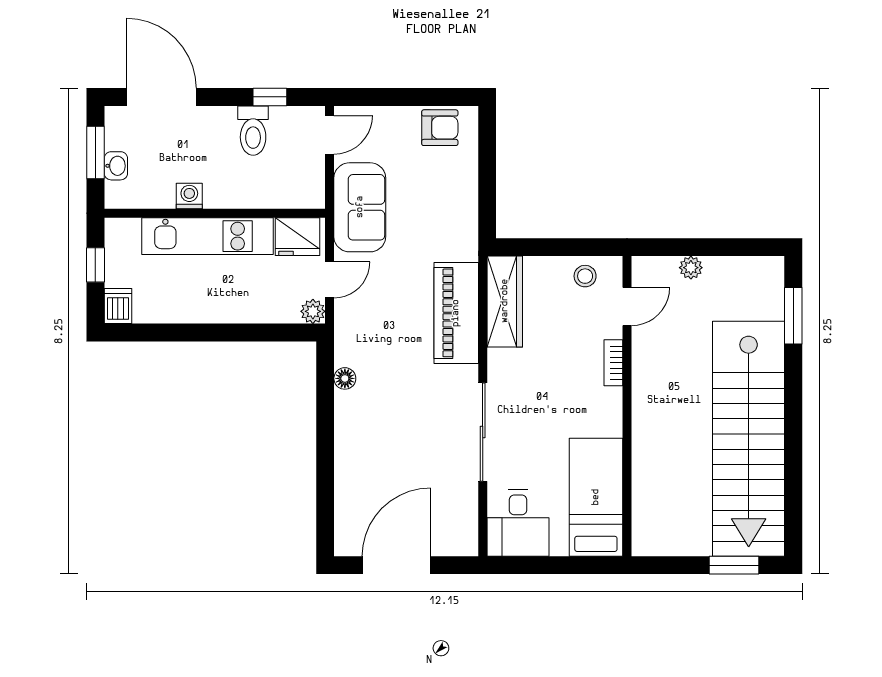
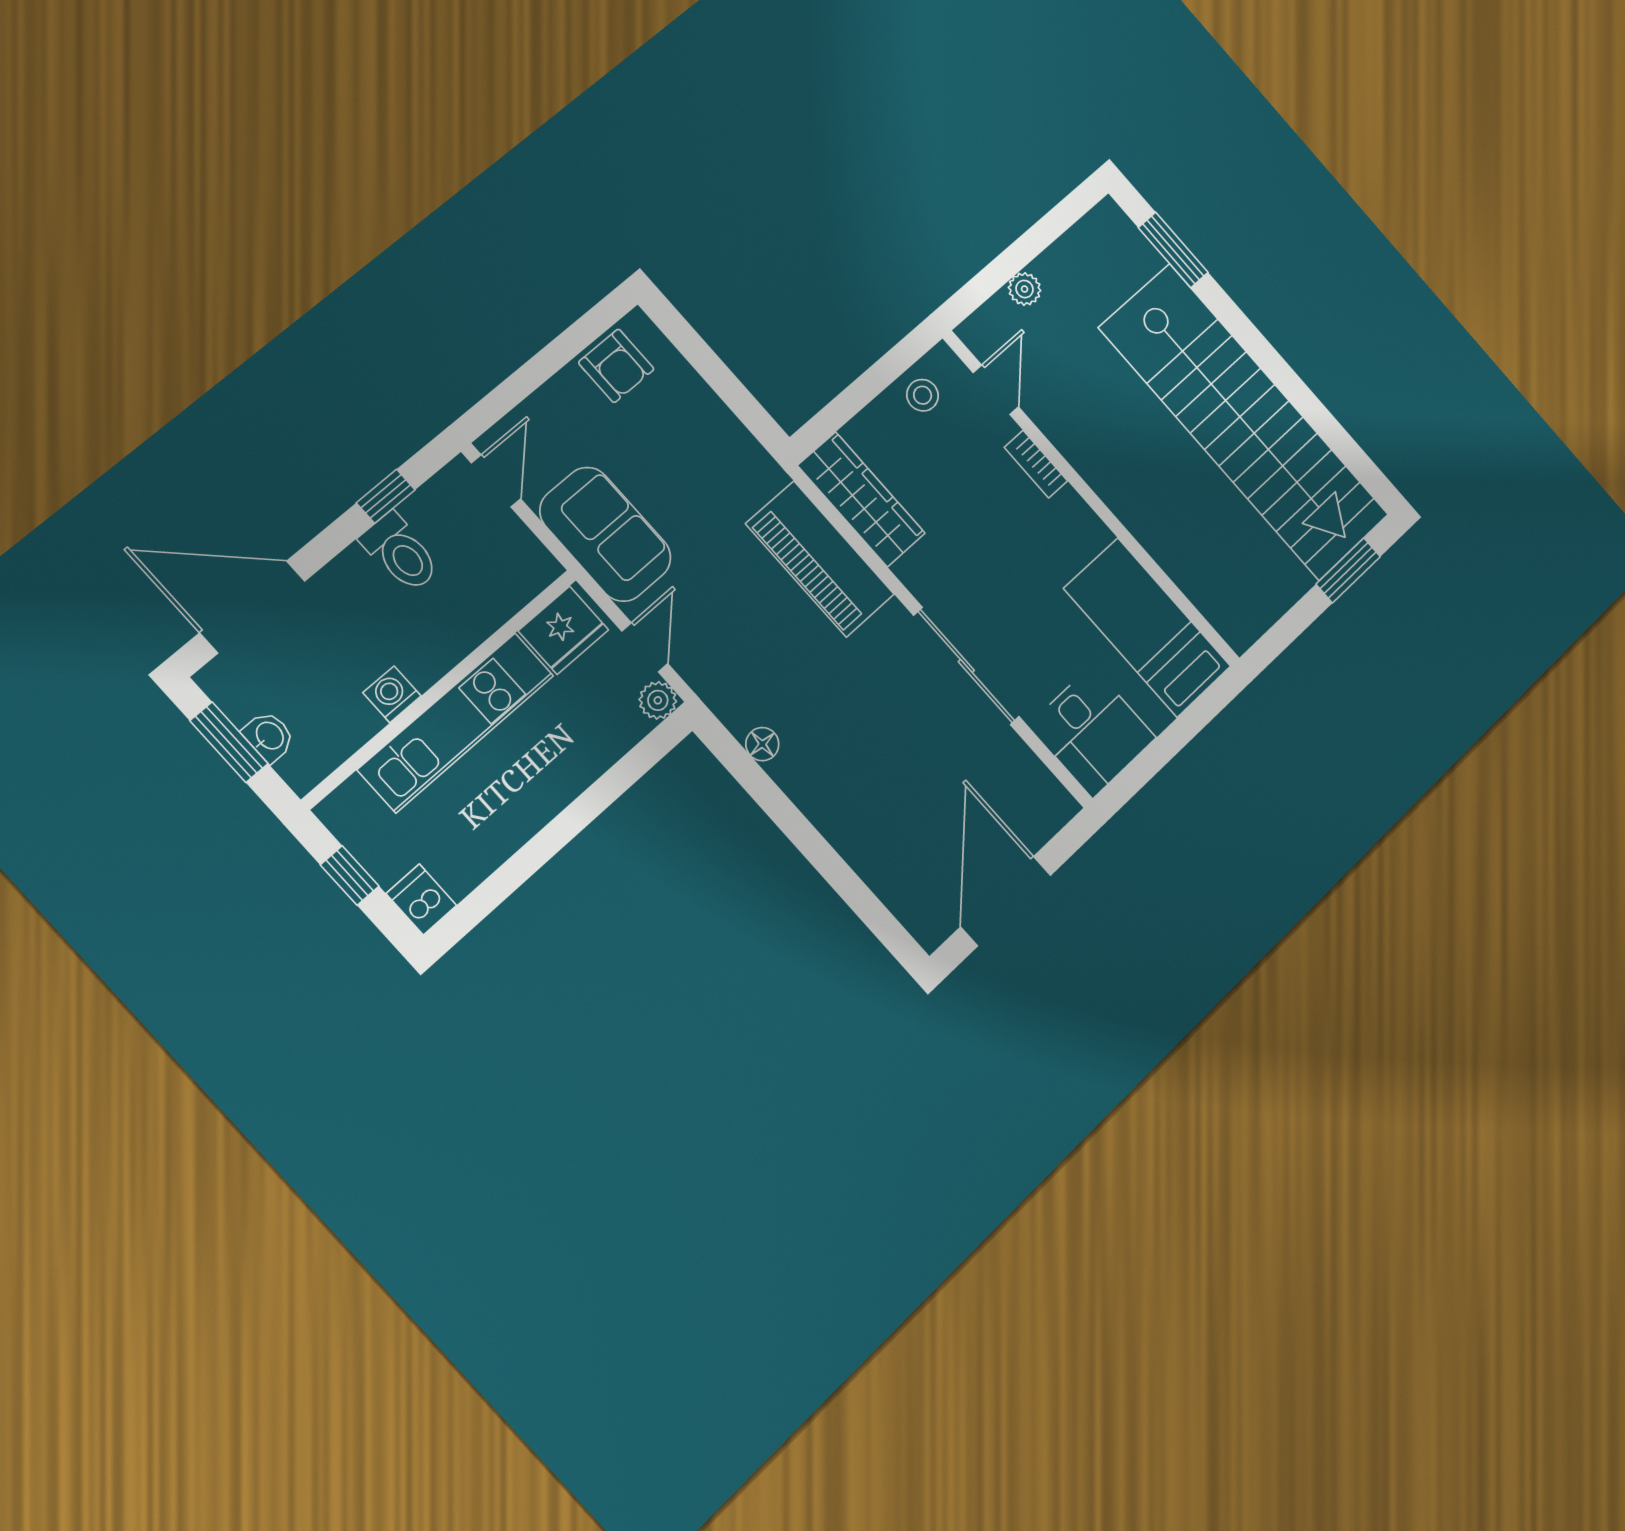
armchair: (440, 128) -> (616, 366), turned 90

